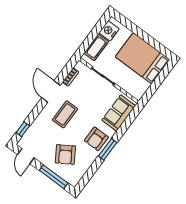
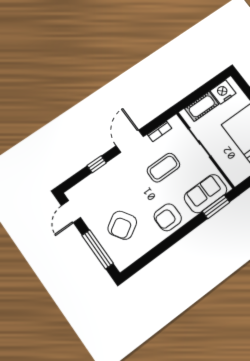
coffee table: (65, 114) -> (163, 168), moved
window: (23, 129) -> (97, 164), moved
window: (108, 149) -> (216, 207), moved

